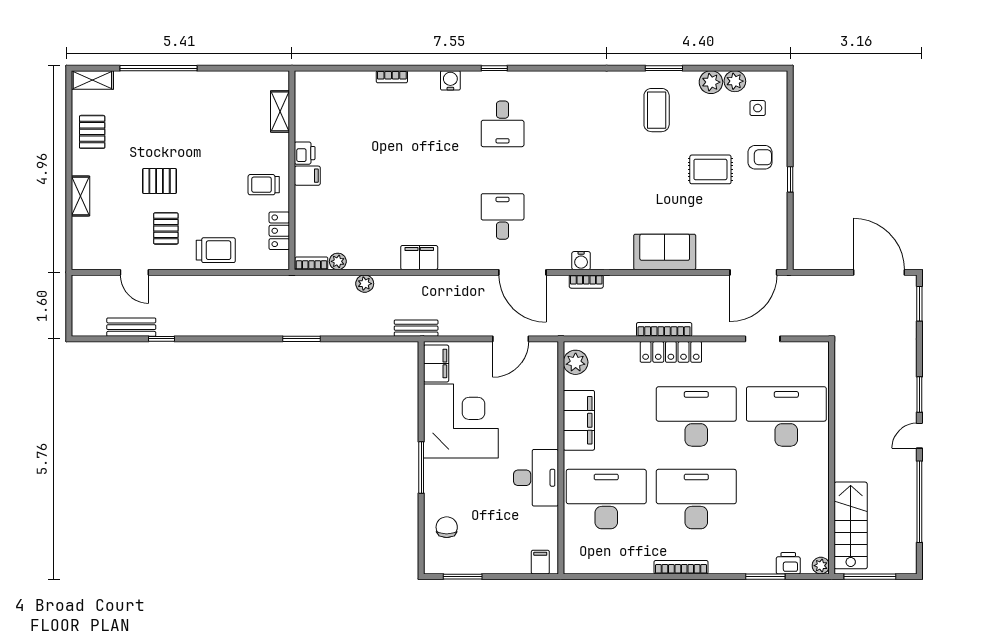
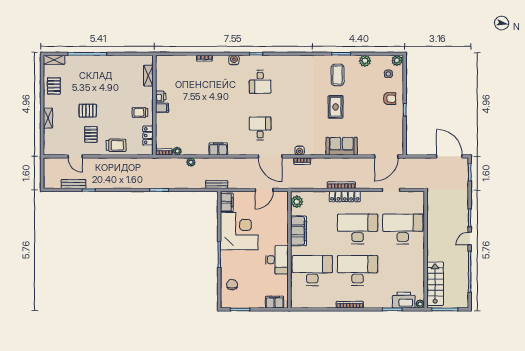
plant: (735, 81) -> (397, 60), moved
rug: (710, 169) -> (336, 107), moved, turned 90
filing cabinet: (540, 562) -> (275, 302), width x2.00
printer: (788, 563) -> (404, 300), width x1.87, depth x1.48

